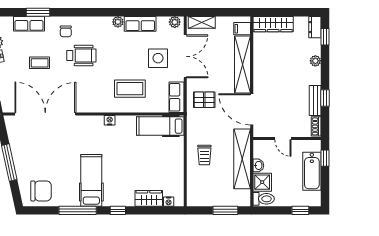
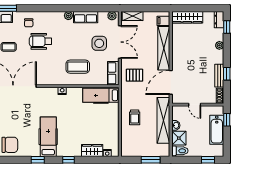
wheelchair: (81, 56) -> (41, 41), turned 180
door: (252, 109) -> (171, 82), hinge flipped
window: (78, 210) -> (38, 160), width x0.46

